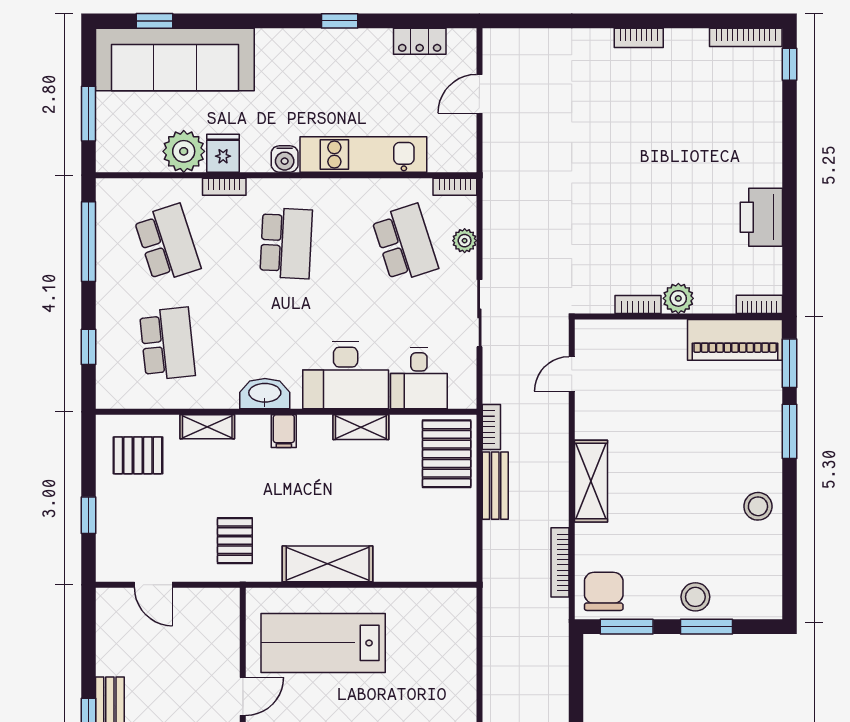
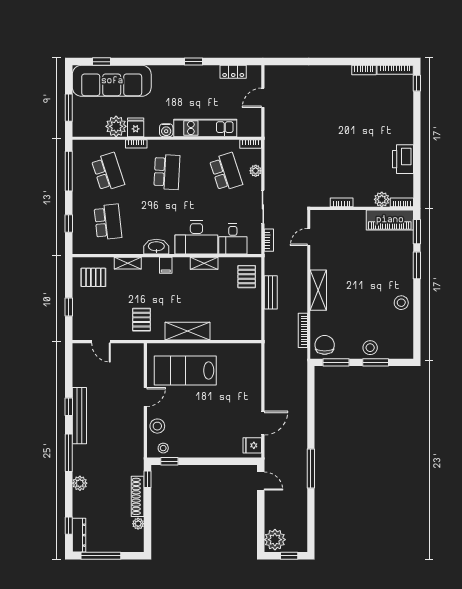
bookcase: (639, 38) -> (364, 70), moved
plant: (678, 298) -> (382, 199), moved
bookcase: (491, 427) -> (269, 240), moved
pallet: (447, 454) -> (247, 277), width x0.67, depth x0.71

